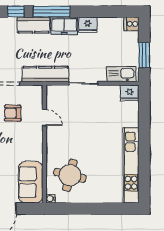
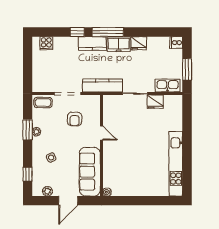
fridge: (130, 93) -> (155, 102), moved
armchair: (13, 113) -> (75, 119), turned -90
door: (44, 118) -> (102, 133), moved
round table: (70, 175) -> (124, 172), removed
sofa: (31, 182) -> (90, 172), width x1.36

